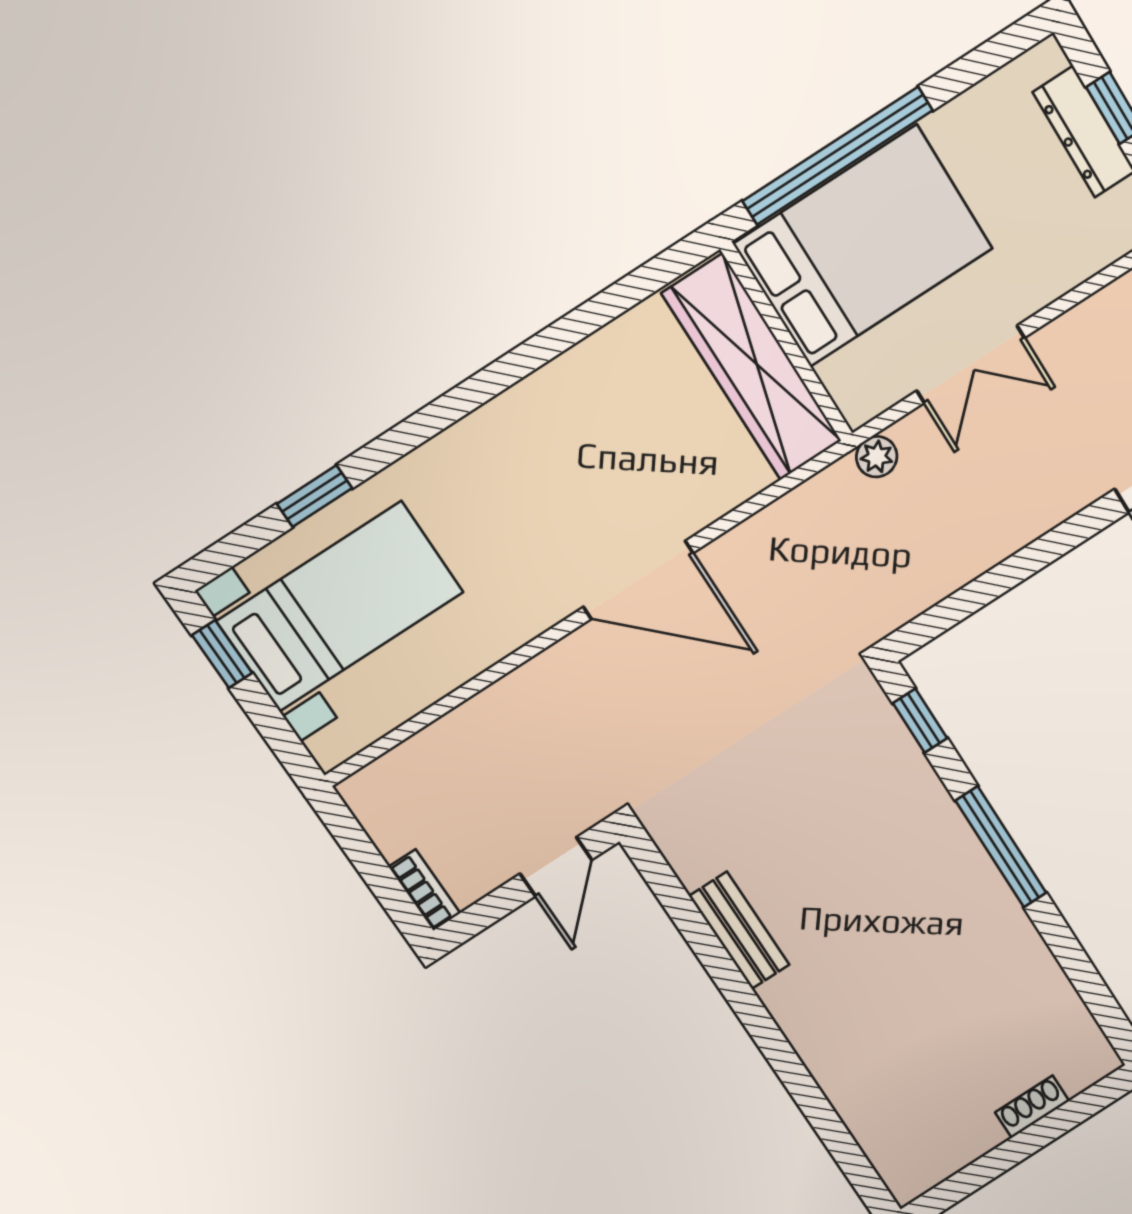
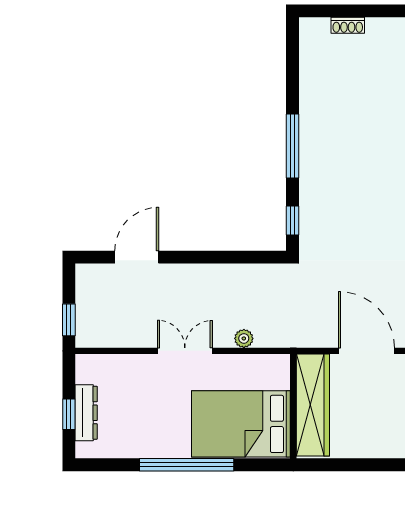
bed: (863, 246) -> (241, 424), moved
wall: (787, 342) -> (293, 406), moved
wardrobe: (752, 367) -> (313, 405), moved

